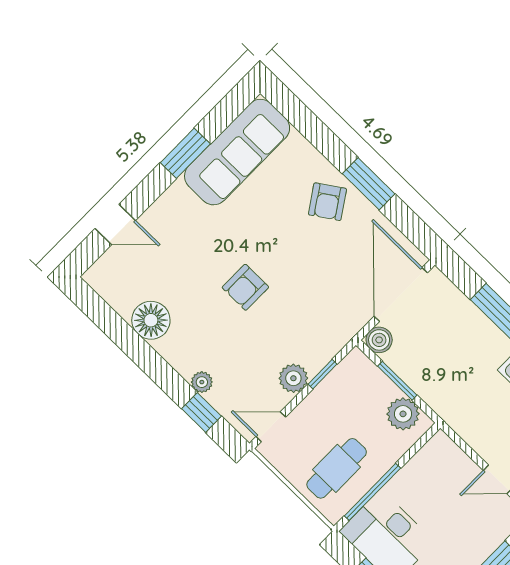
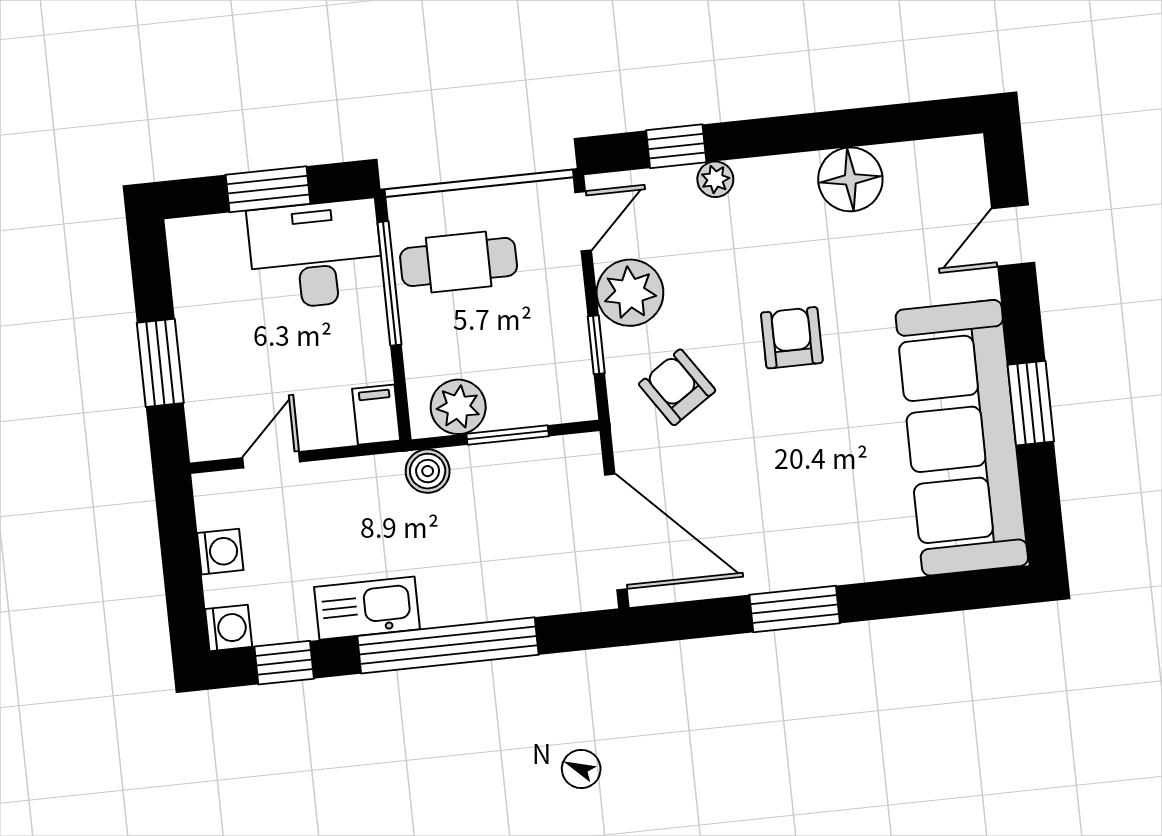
sofa: (237, 152) -> (962, 438), width x1.36, depth x1.27
armchair: (327, 202) -> (677, 387), moved
boiler: (379, 340) -> (428, 471), moved
plant: (293, 378) -> (630, 293), width x1.36, depth x1.36
filing cabinet: (437, 449) -> (376, 415), added
cafe table: (337, 468) -> (459, 262), turned 90

